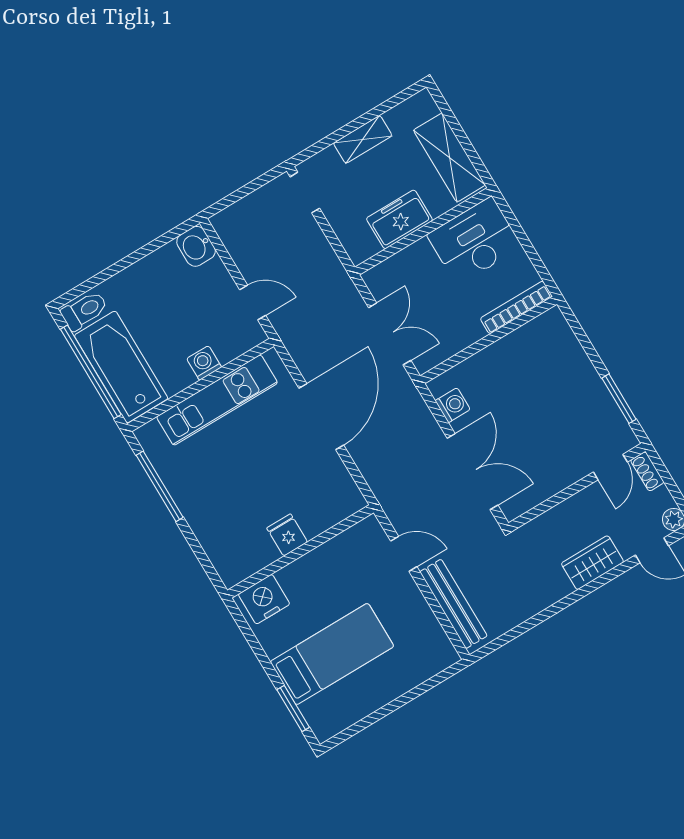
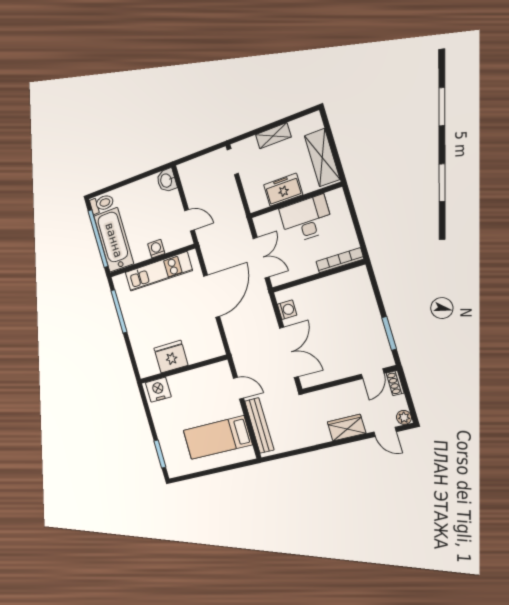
desk: (474, 241) -> (306, 219), moved
fridge: (287, 535) -> (171, 357), width x1.88, depth x1.34
bed: (332, 654) -> (217, 438), moved, turned 180

